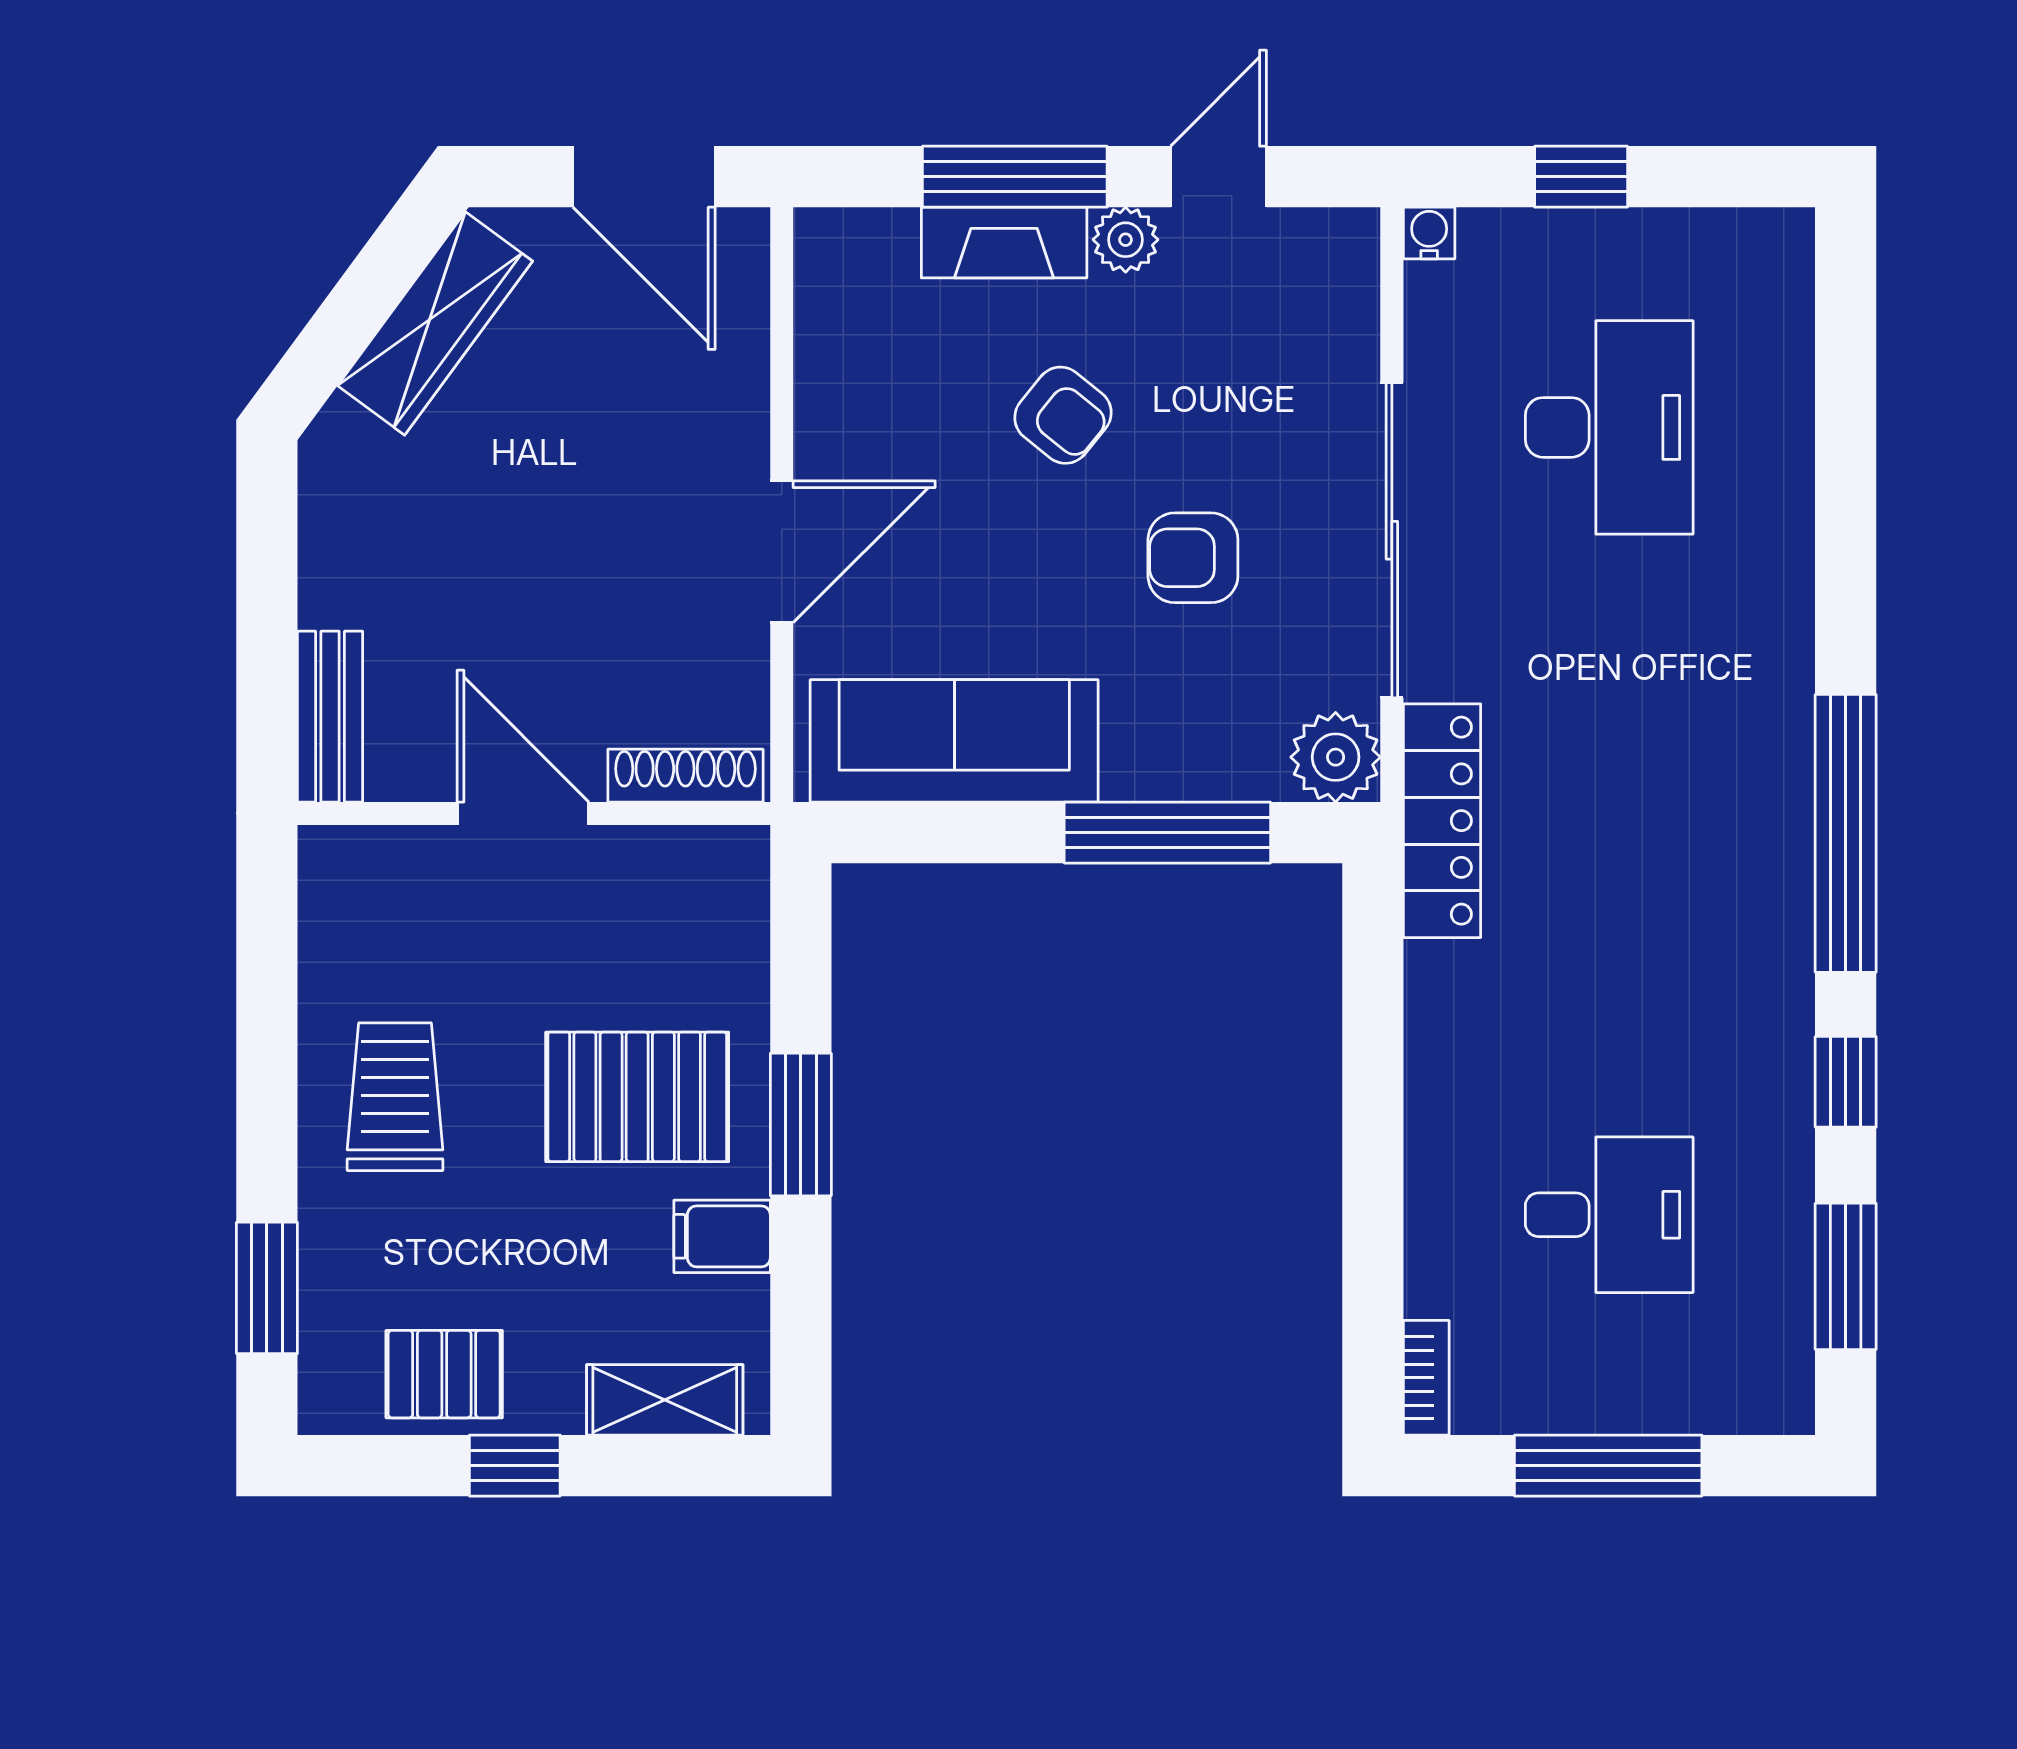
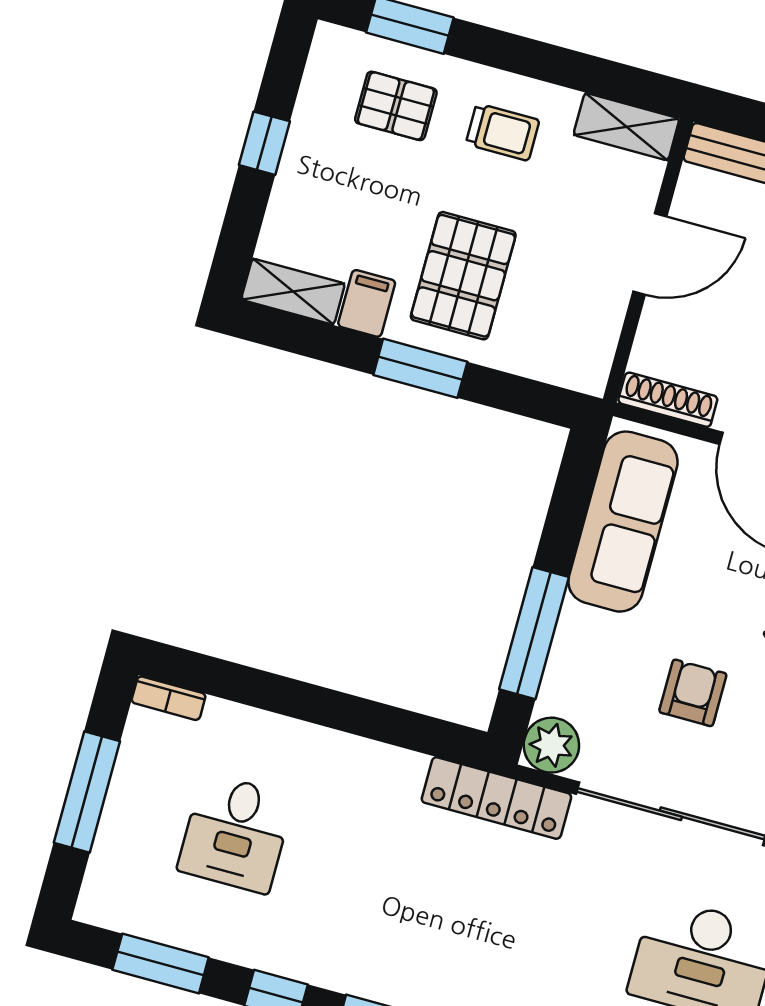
shoe rack: (685, 776) -> (668, 400), moved, turned -90
shelving: (333, 905) -> (626, 127), added
trolley: (395, 1097) -> (503, 132), width x0.73, depth x0.72
pallet: (444, 1374) -> (396, 106), moved, turned 90
shelving: (665, 1400) -> (293, 292), moved, turned 90

